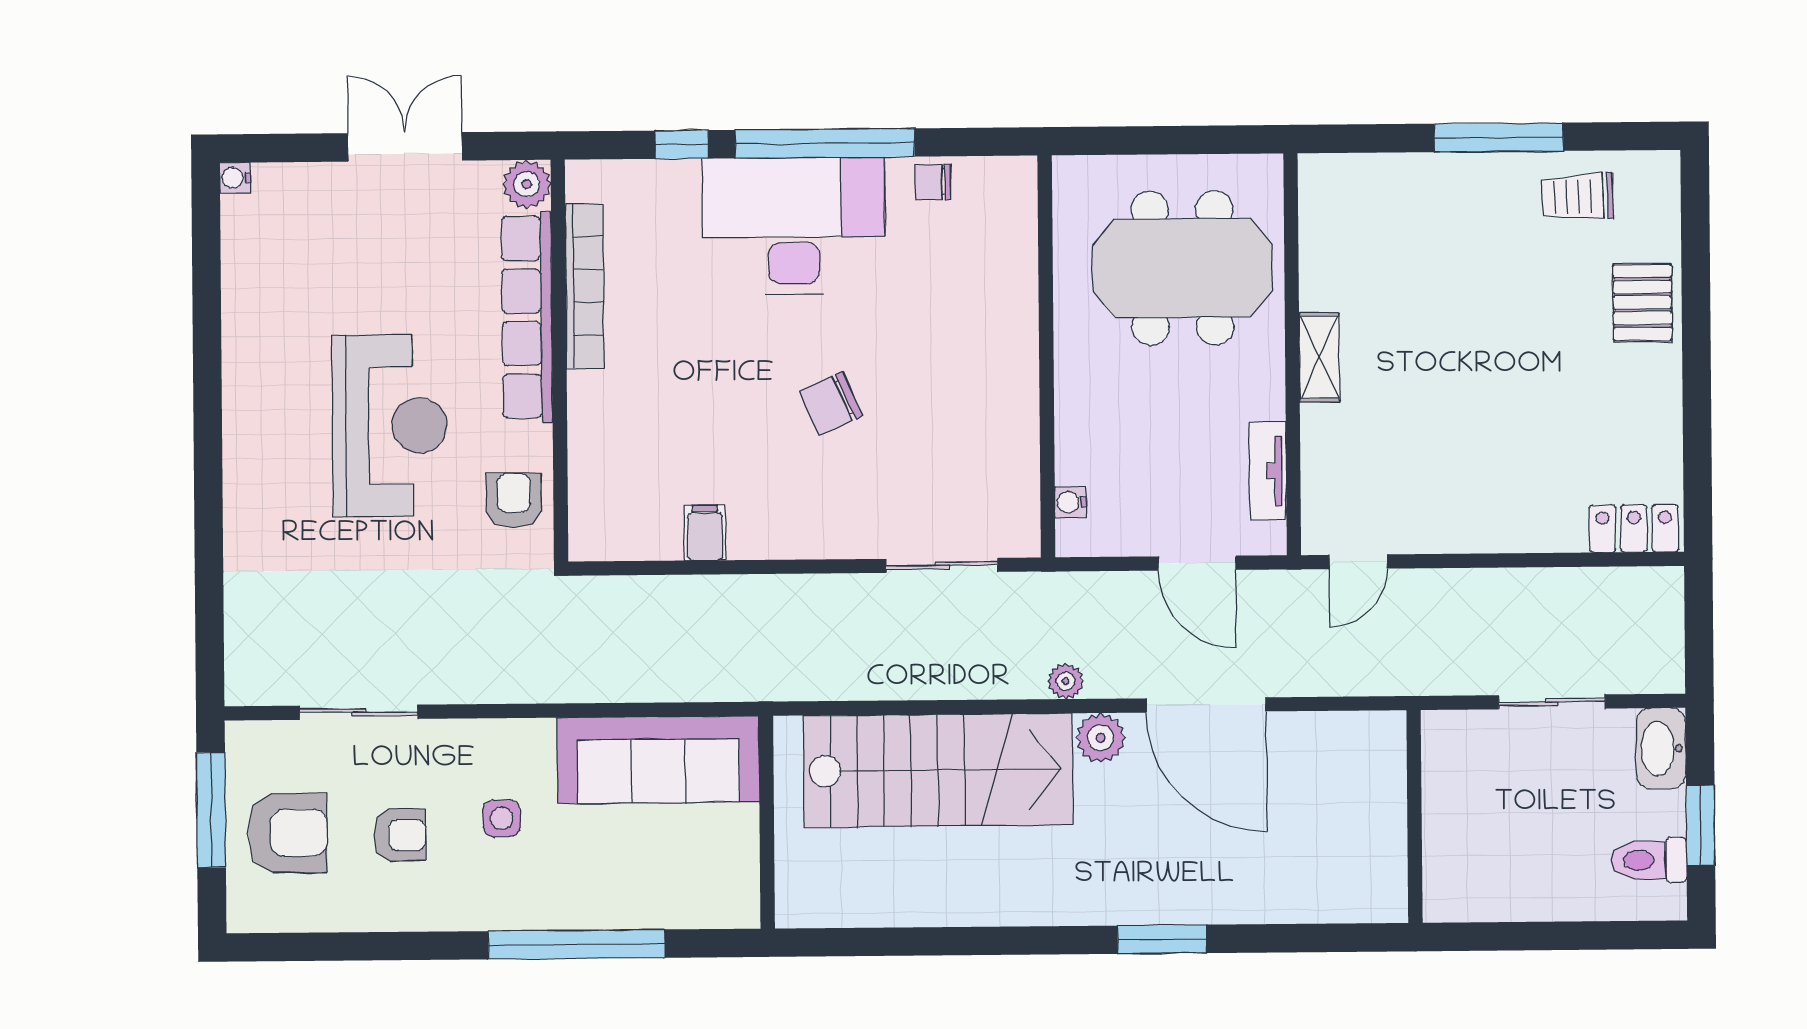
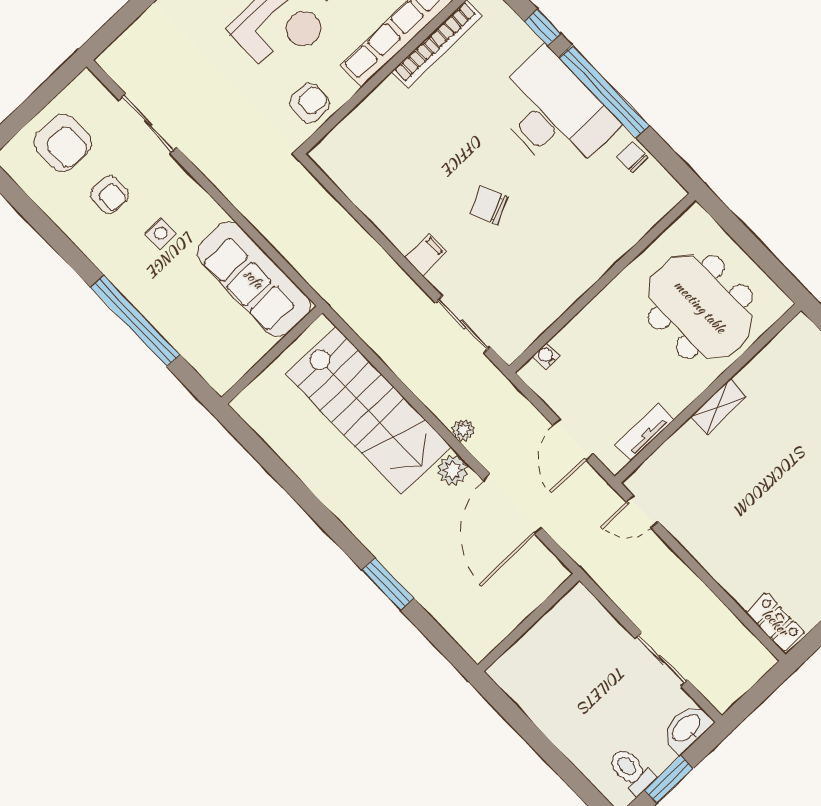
filing cabinet: (705, 533) -> (426, 255), moved
window: (211, 810) -> (41, 98), removed
wall: (1414, 817) -> (528, 623), moved

